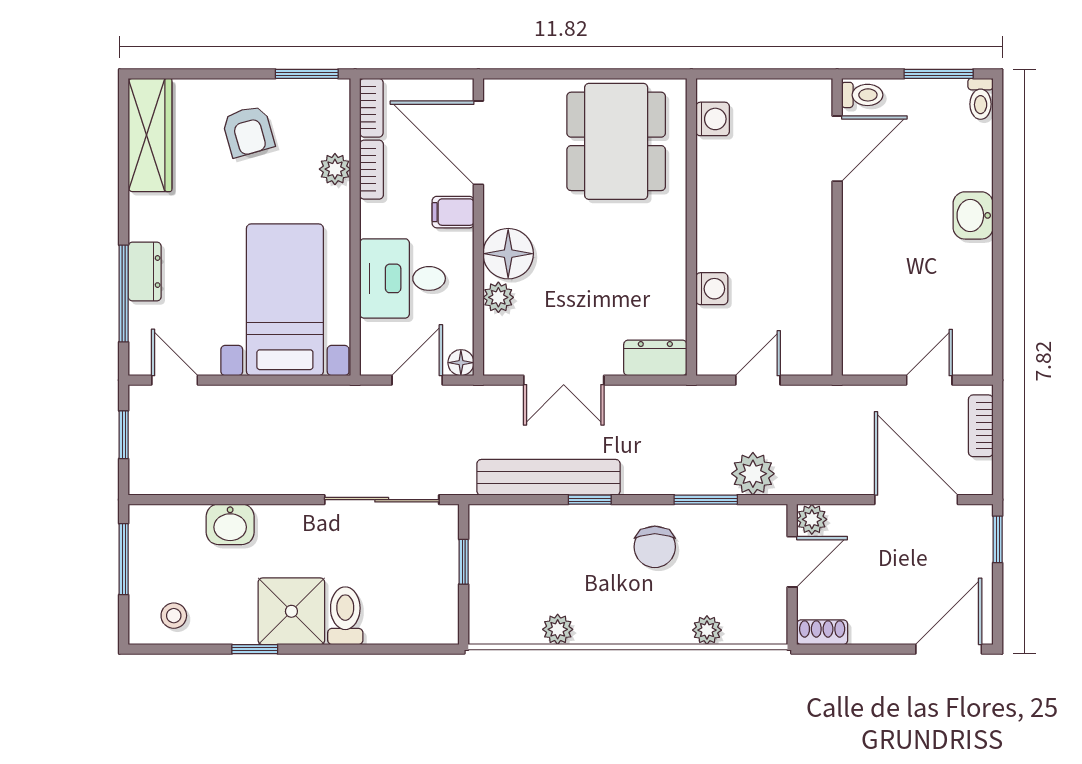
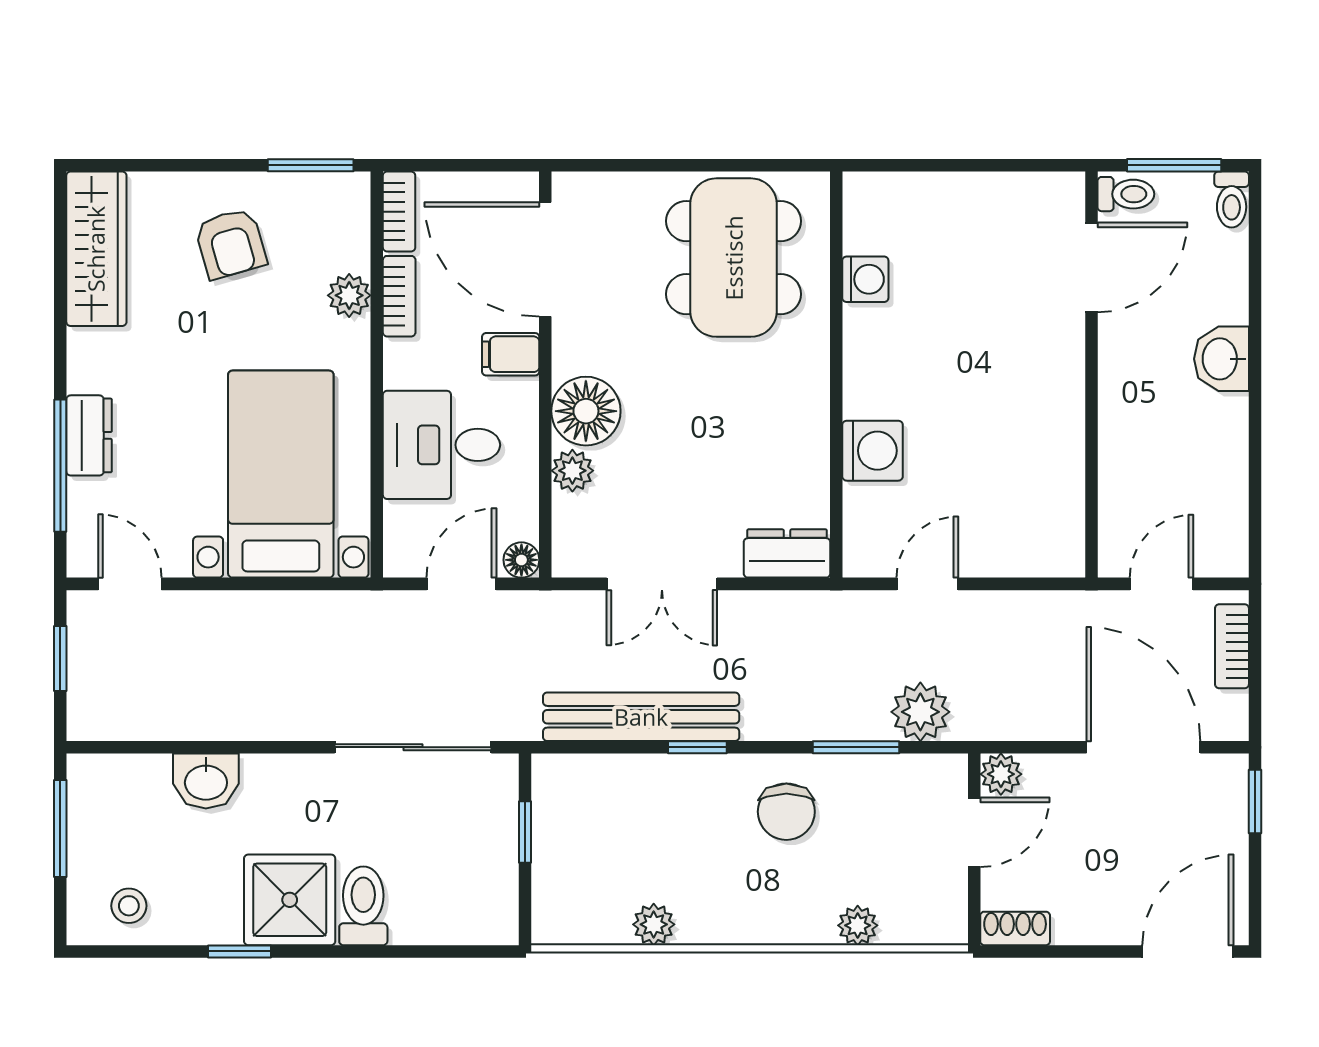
toilet: (862, 95) -> (1126, 194), moved
washing machine: (713, 119) -> (865, 279), moved
door: (837, 149) -> (1092, 267), moved
wall: (837, 227) -> (1092, 375), moved
washing machine: (712, 289) -> (873, 451), width x1.38, depth x1.38

